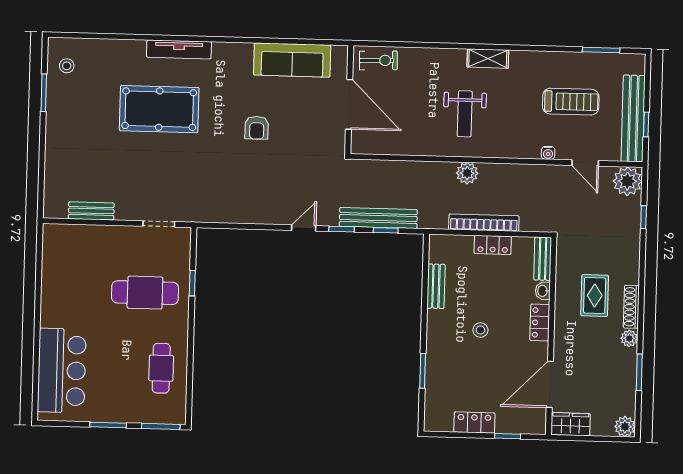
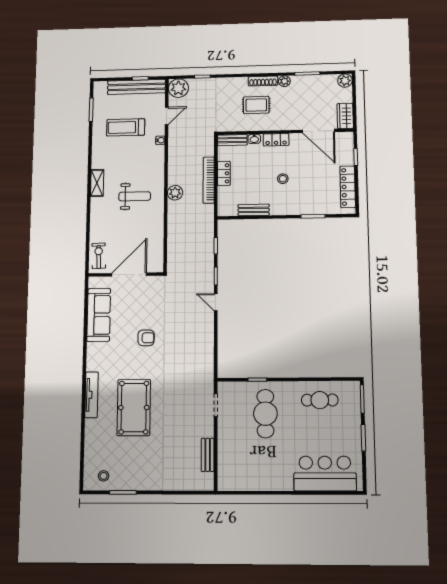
treadmill: (571, 102) -> (126, 127), turned -90
bench: (378, 218) -> (207, 251), removed
locker: (474, 423) -> (348, 187), width x1.53

